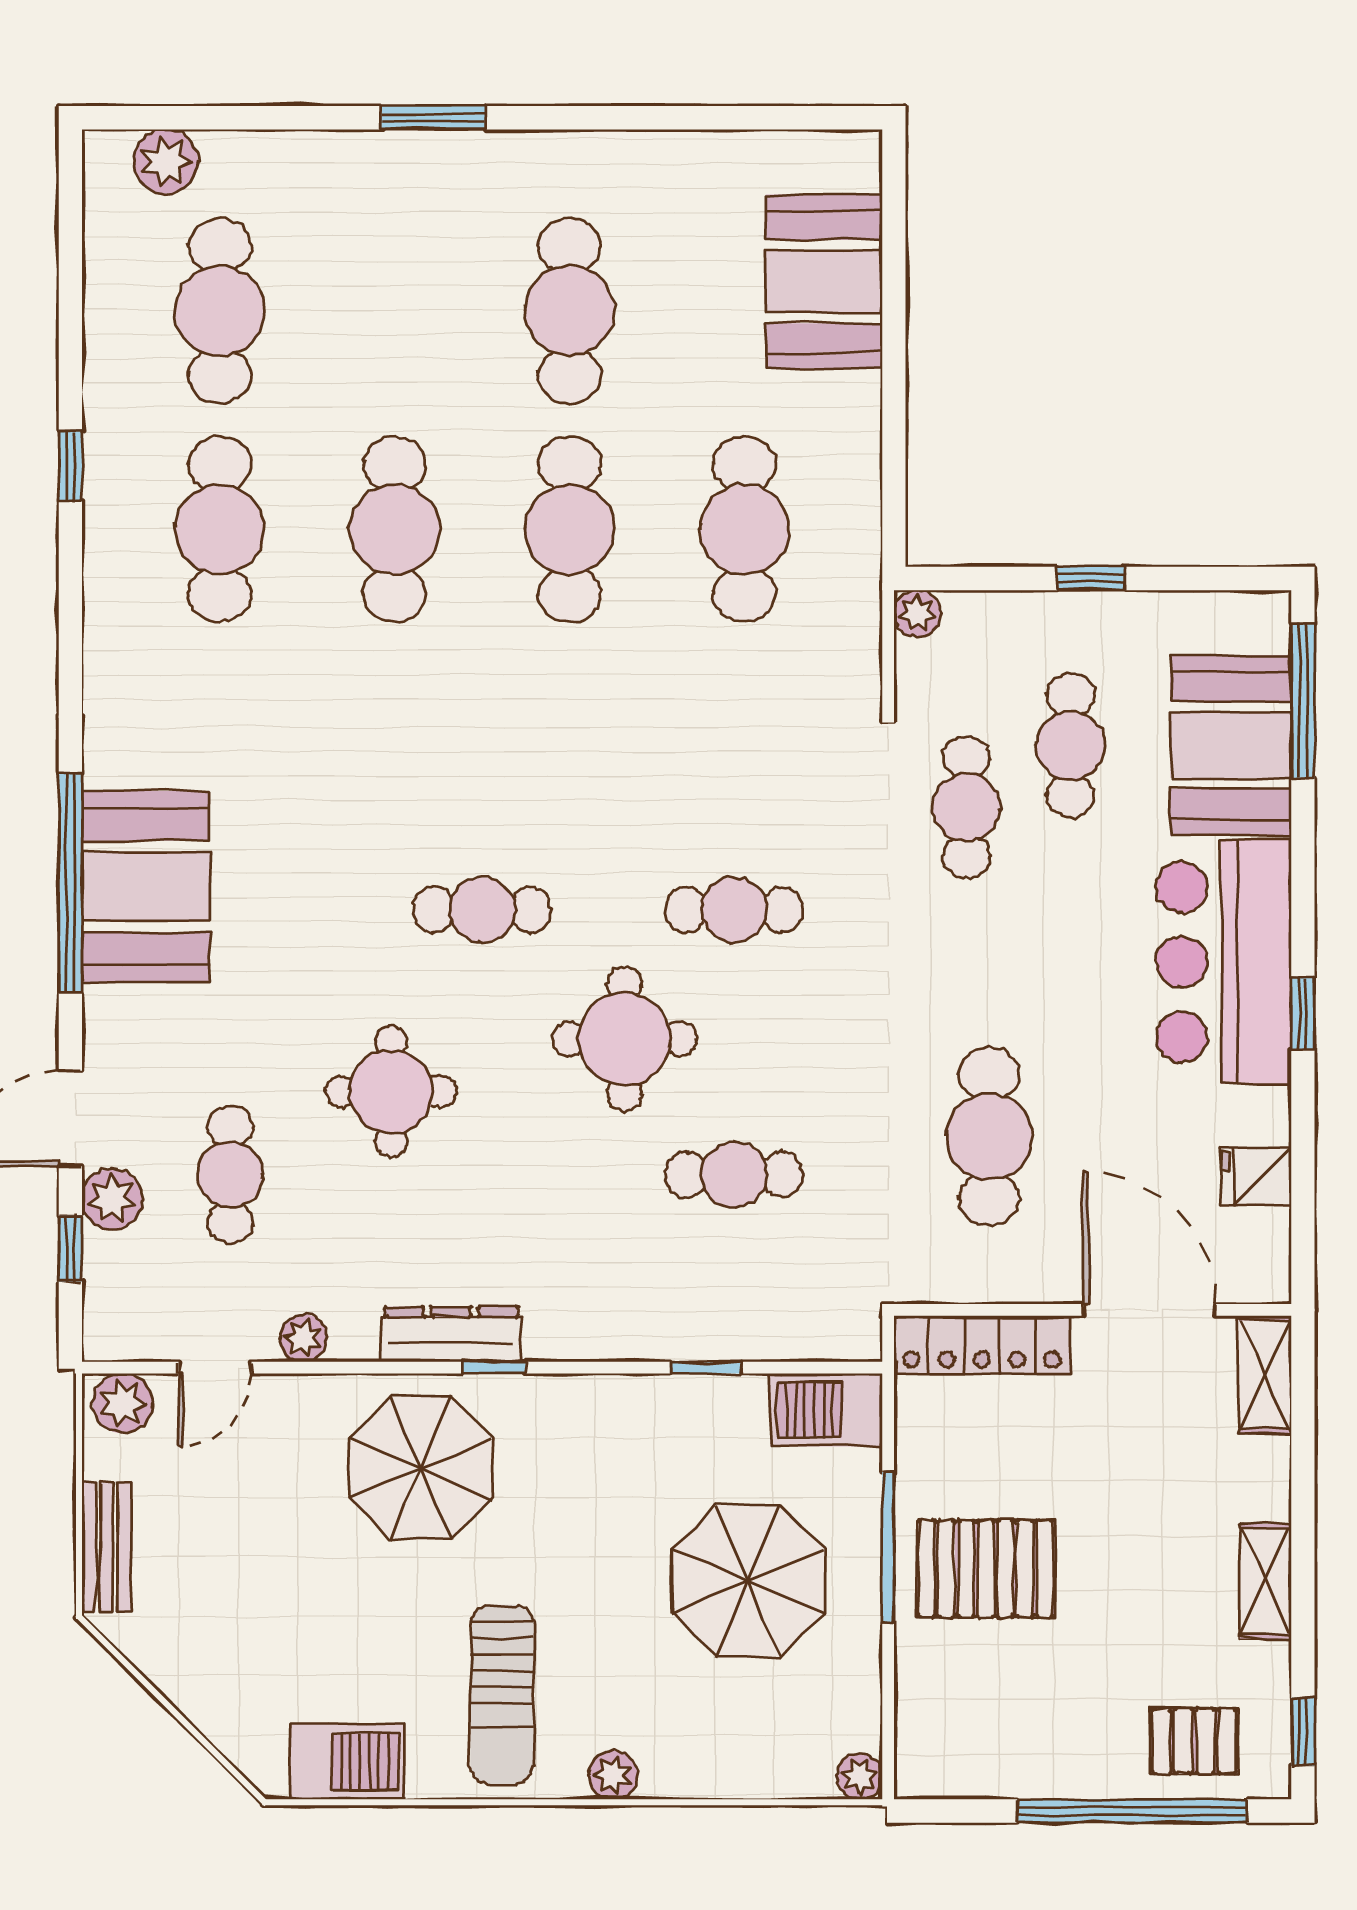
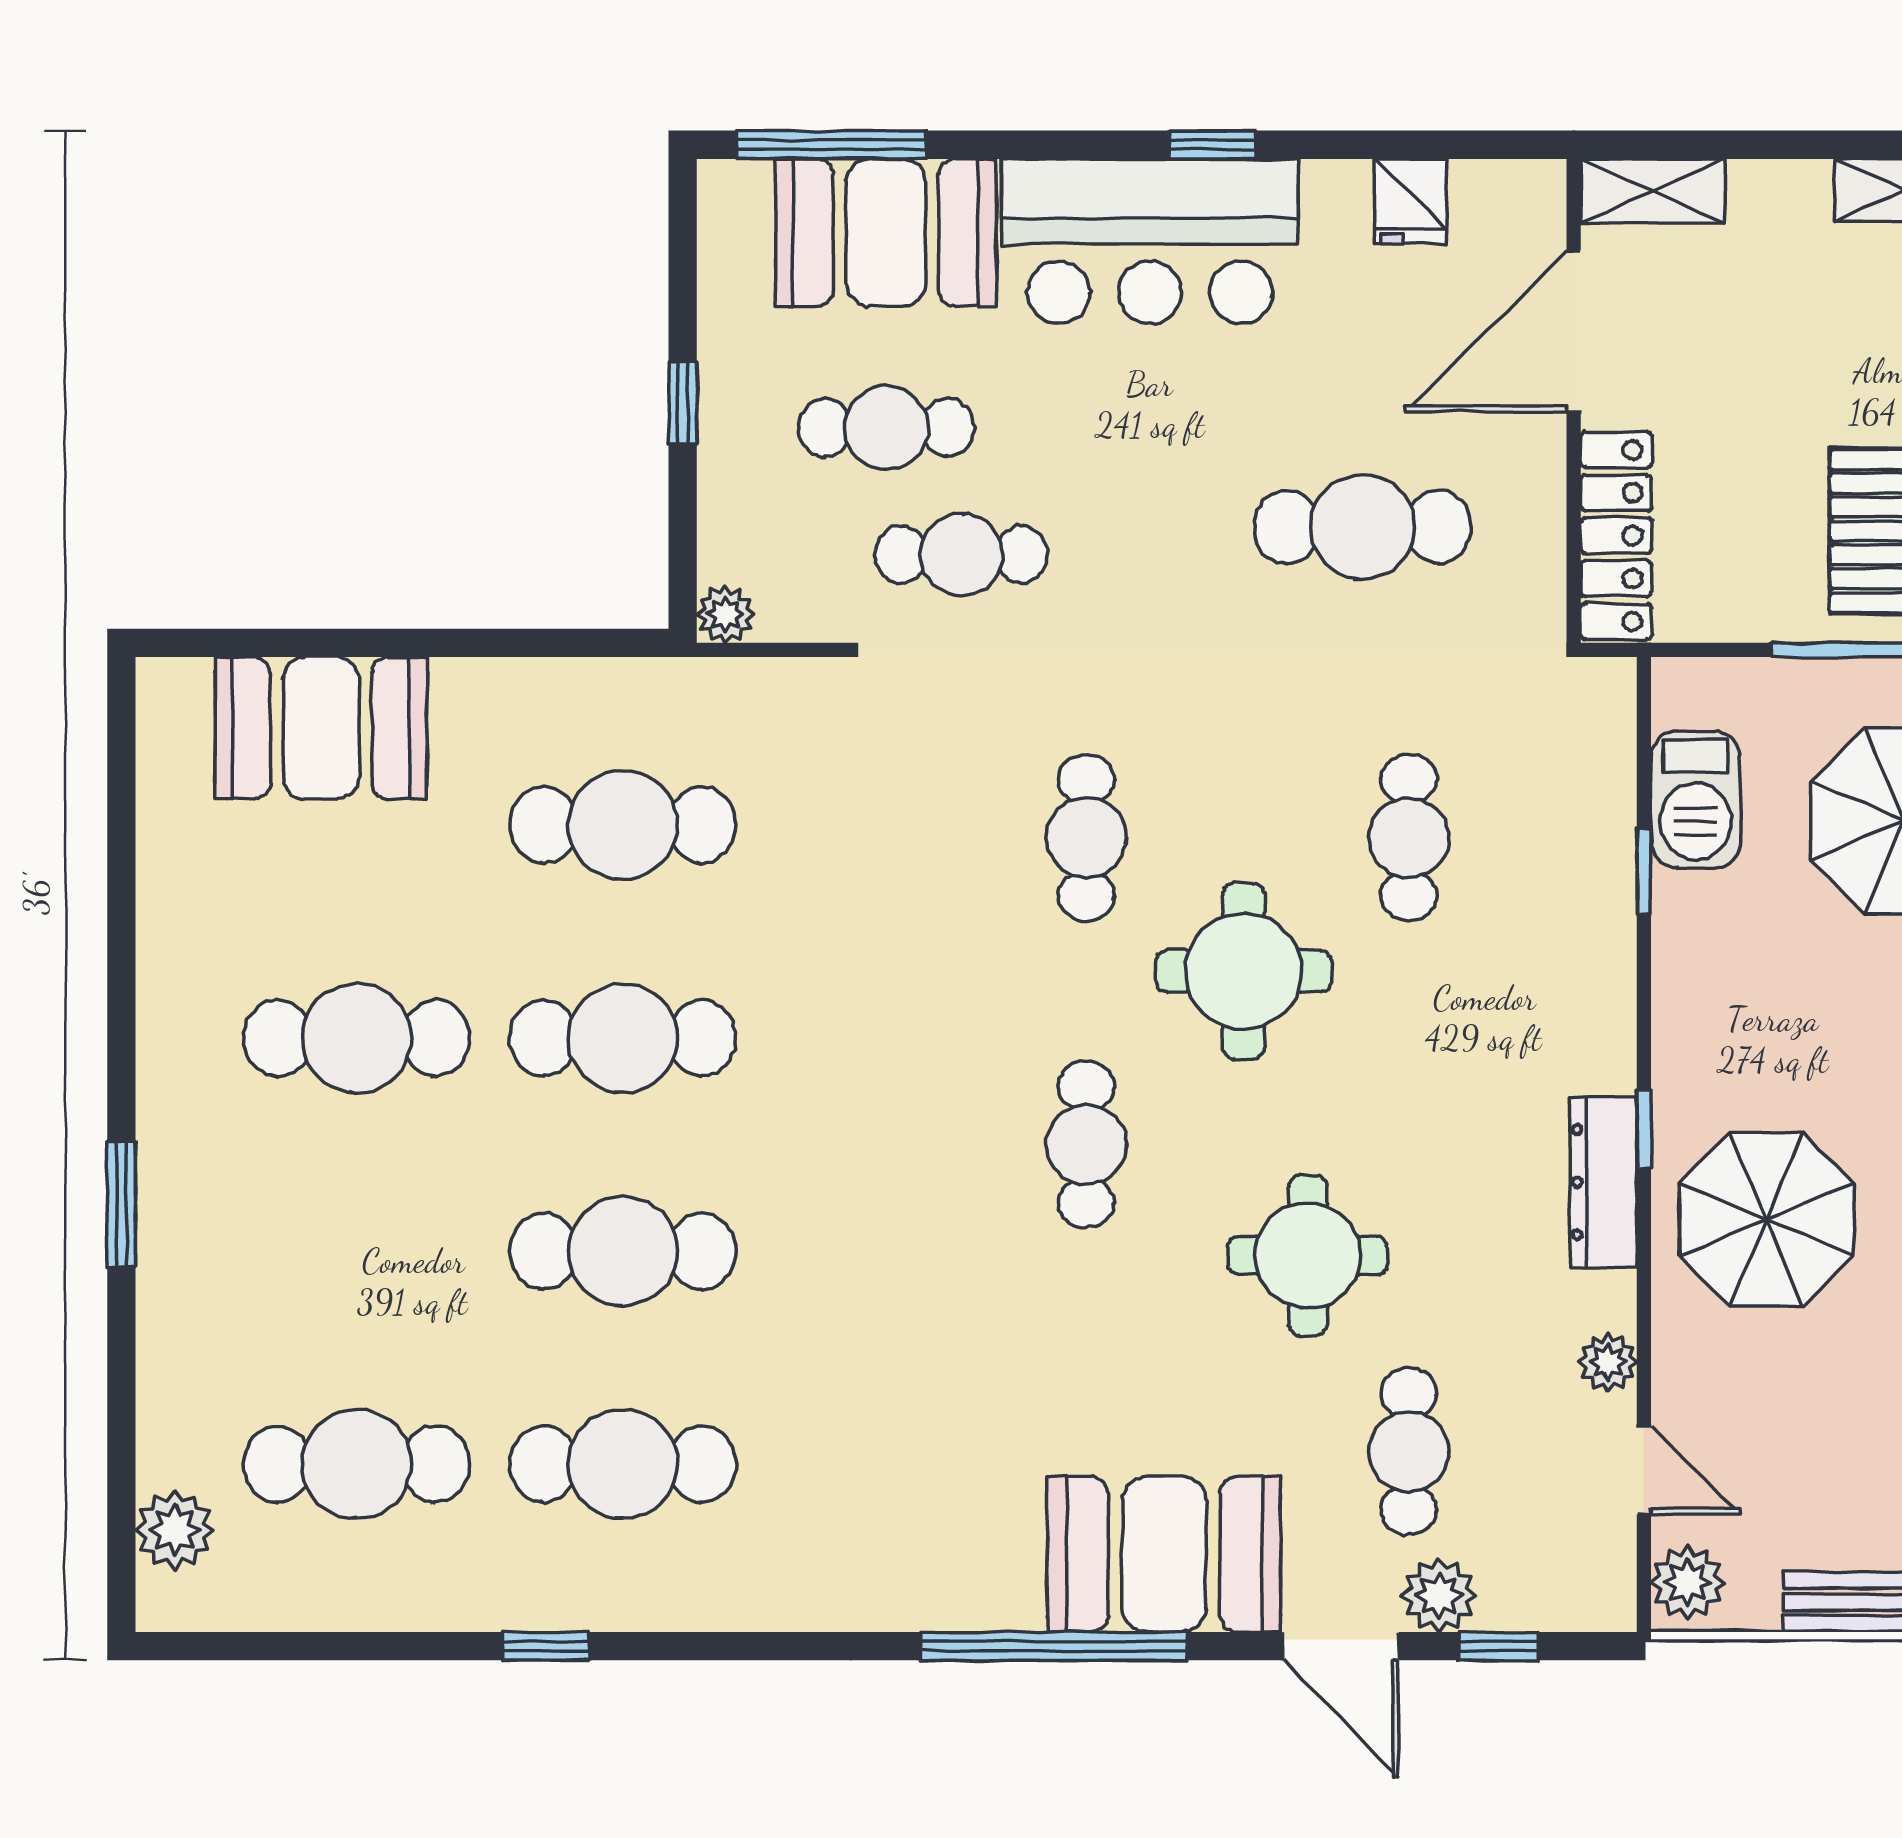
booth: (146, 886) -> (1164, 1554), moved
cafe table: (230, 1175) -> (1409, 1451), turned 90
barbecue: (826, 1410) -> (1696, 799), moved

